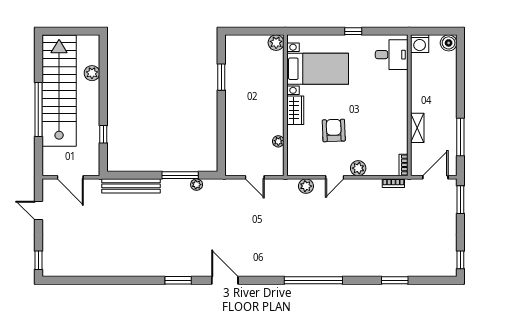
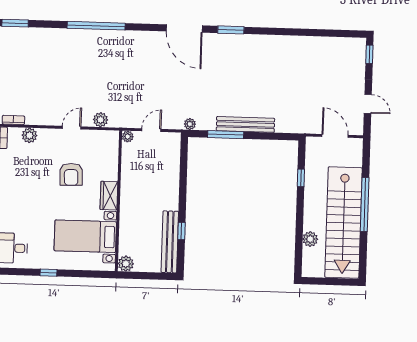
bench: (233, 66) -> (170, 242), added
window: (221, 77) -> (181, 231), width x0.67
plant: (278, 141) -> (128, 137), moved
plant: (358, 168) -> (29, 135), moved
door: (255, 177) -> (151, 130), hinge flipped
plant: (197, 185) -> (190, 124), moved
bench: (131, 186) -> (245, 124), moved
door: (225, 280) -> (184, 28), width x1.36

